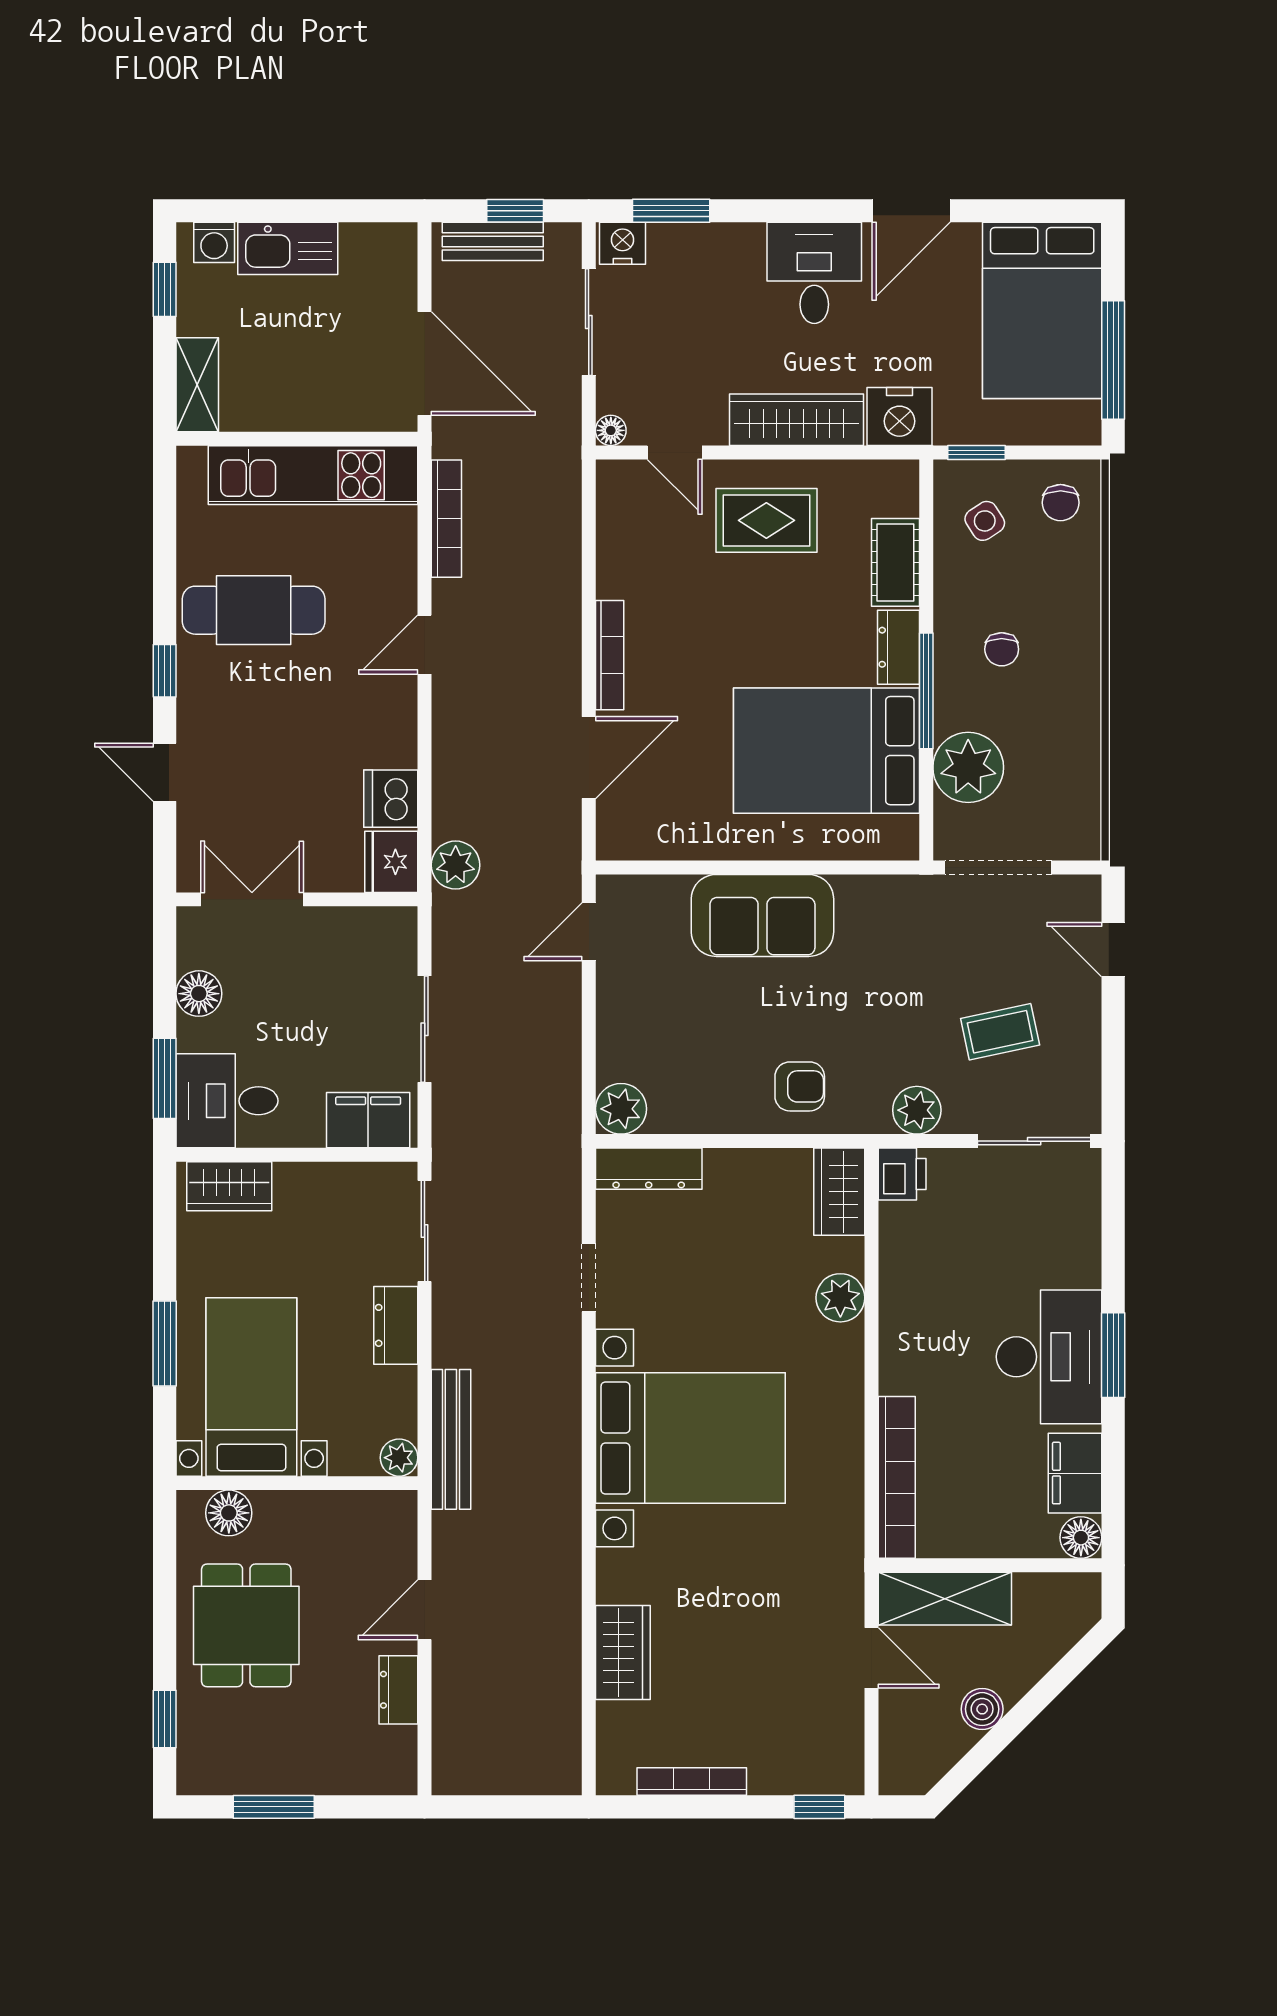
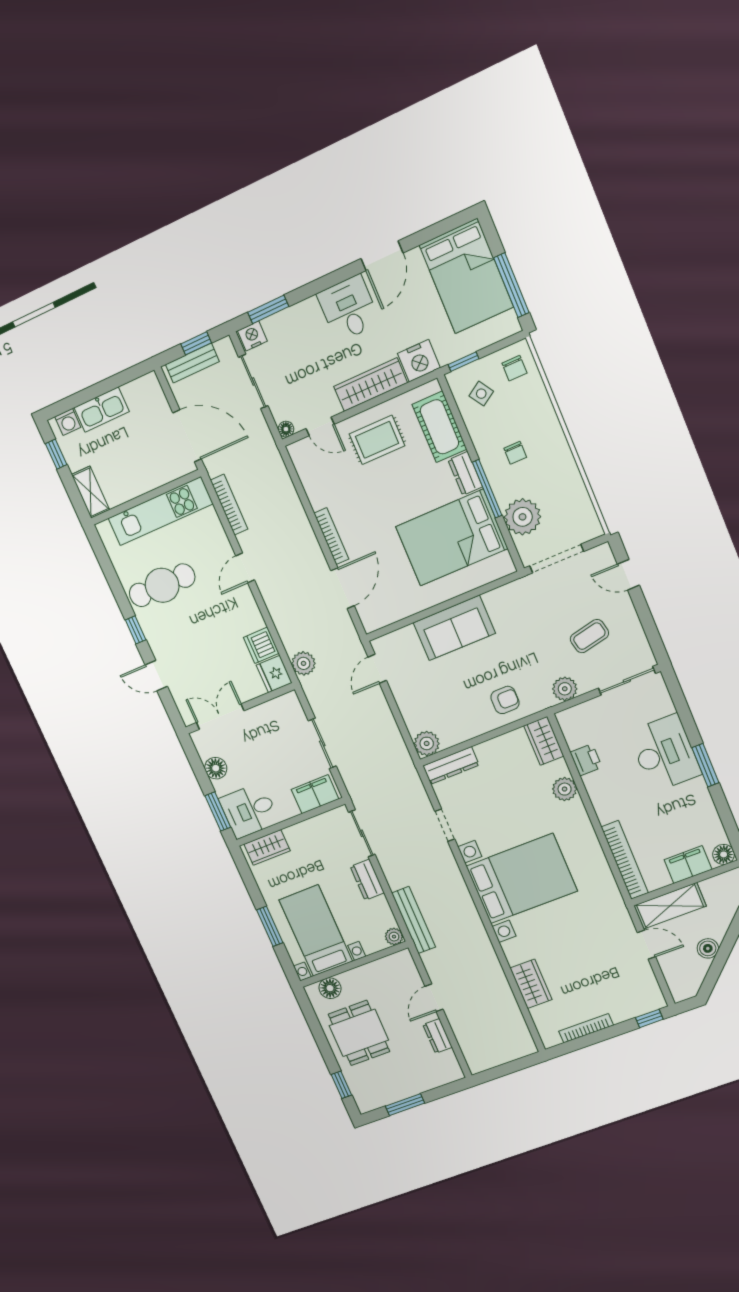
cot: (895, 562) -> (439, 427), width x1.37, depth x1.34
printer: (902, 1174) -> (586, 760), moved
desk: (1049, 1357) -> (665, 753), moved
filing cabinet: (1075, 1473) -> (688, 865), moved, turned 90

